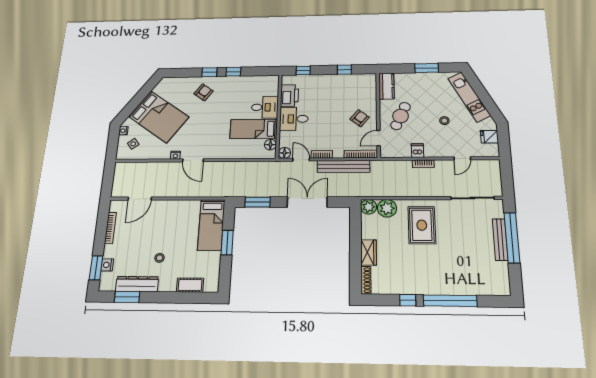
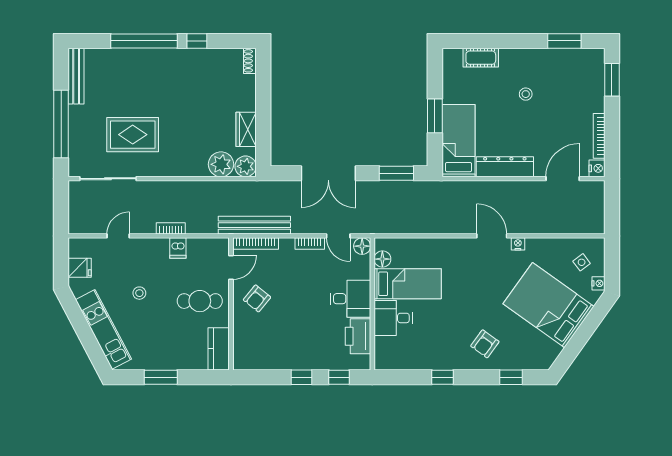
window: (344, 70) -> (302, 377), moved
window: (209, 72) -> (511, 377), moved
cafe table: (401, 116) -> (200, 301), turned 66
bench: (343, 166) -> (254, 225), moved
rug: (422, 225) -> (133, 135), moved, turned 90
bench: (500, 240) -> (76, 76), moved
wardrobe: (369, 252) -> (246, 129), moved
nightstand: (107, 265) -> (597, 168), moved
shoe rack: (366, 280) -> (250, 61), width x0.70
dresser: (137, 284) -> (505, 167), moved, turned 180

